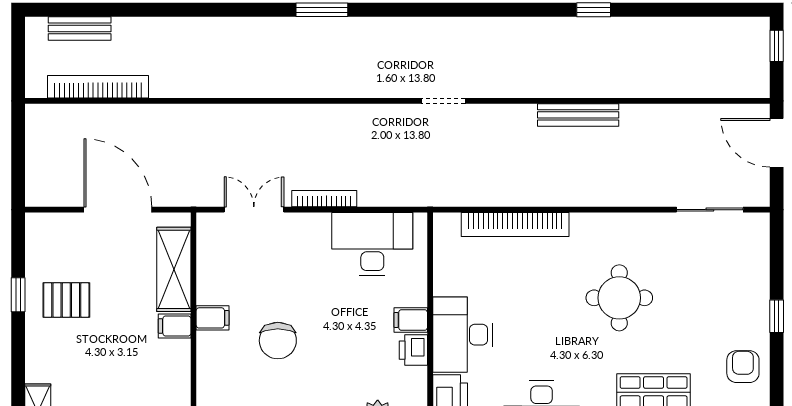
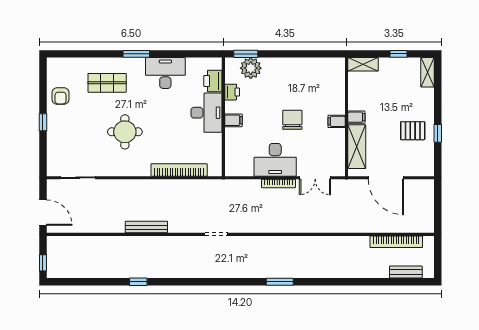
desk: (372, 244) -> (275, 160), moved
chair: (278, 341) -> (292, 120), moved
printer: (413, 350) -> (232, 92), moved

